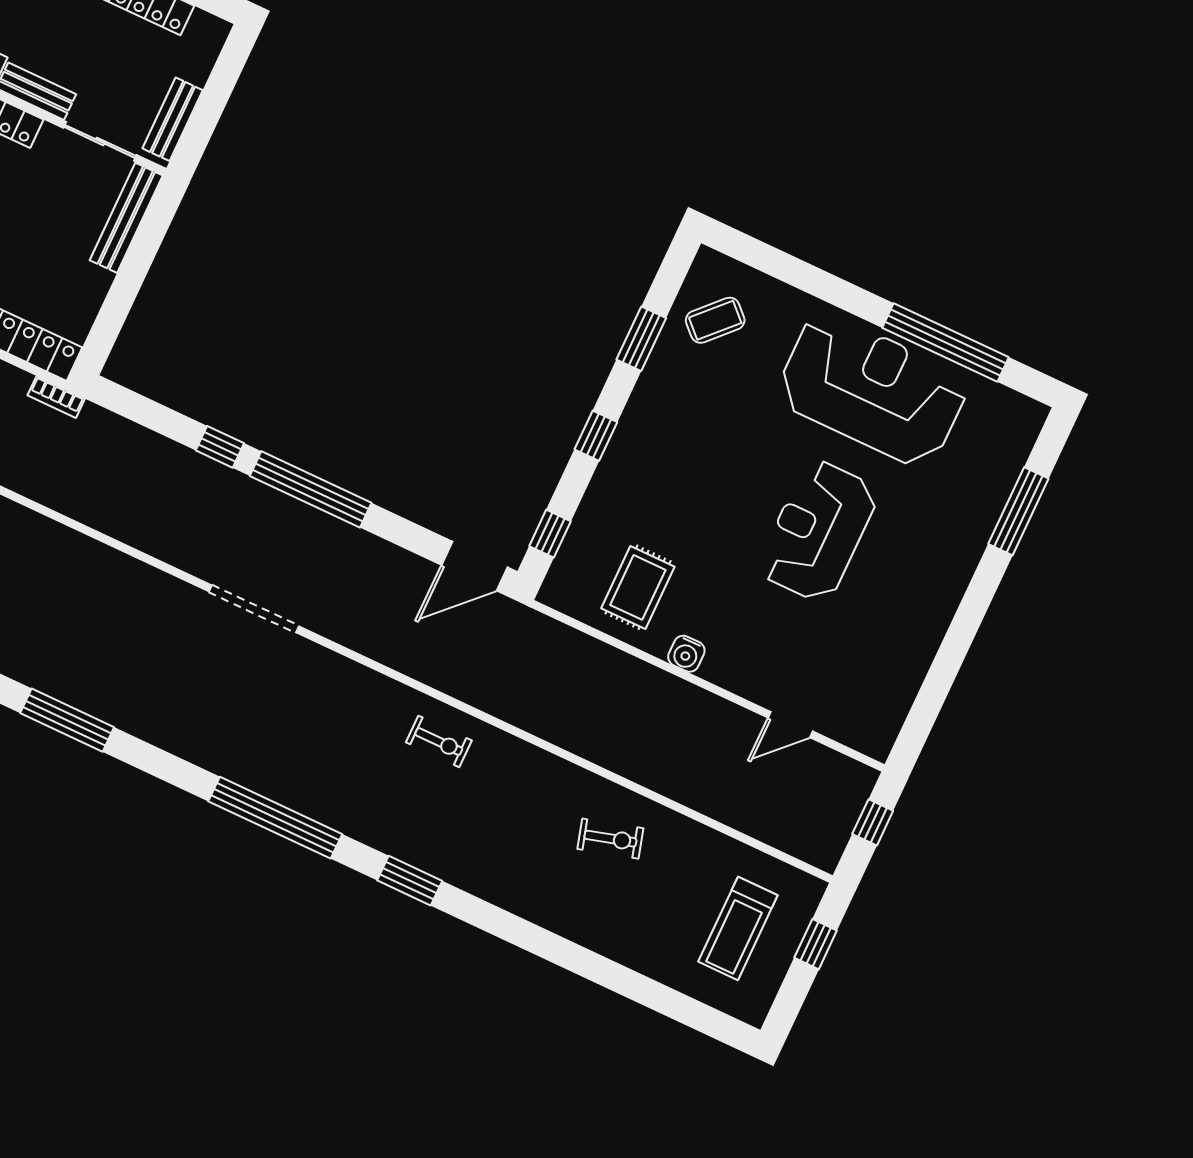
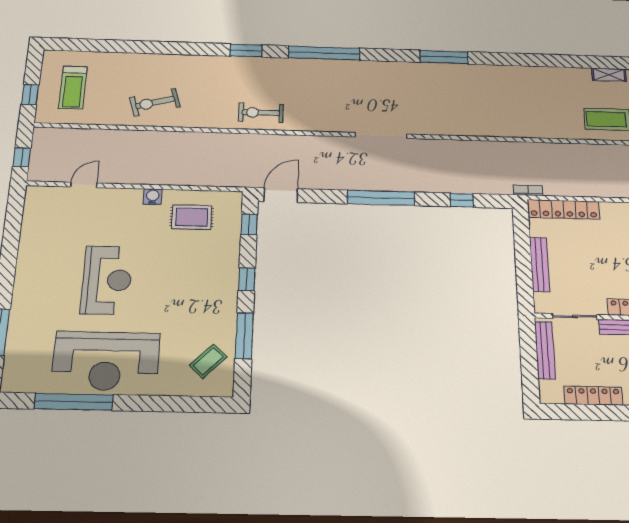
bench: (173, 119) -> (545, 350), width x1.36
bench: (126, 218) -> (540, 264), moved
window: (641, 339) -> (244, 336), width x1.44
window: (220, 447) -> (462, 200), moved
rug: (638, 587) -> (192, 217), turned 90
exercise bike: (439, 741) -> (261, 113), width x1.38, depth x1.39
exercise bike: (610, 839) -> (155, 102), width x1.38, depth x1.39
treadmill: (738, 928) -> (73, 87), turned 180

